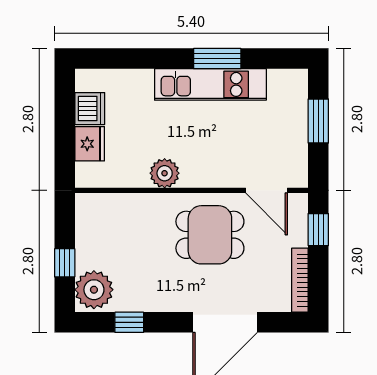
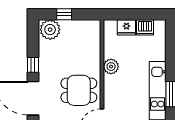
dining table: (210, 235) -> (79, 90), turned 90
window: (129, 322) -> (33, 65), moved

